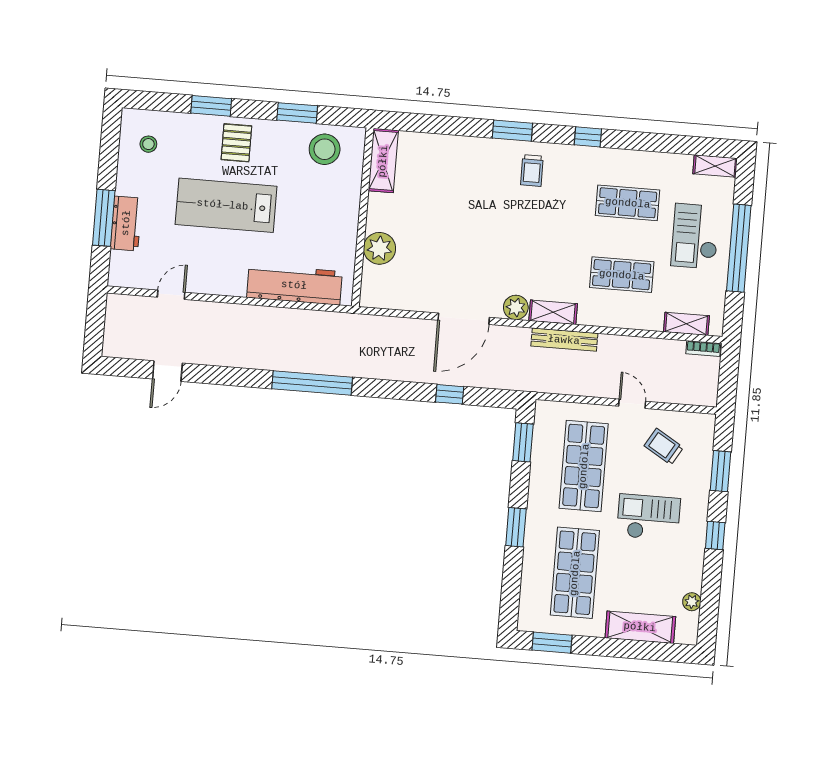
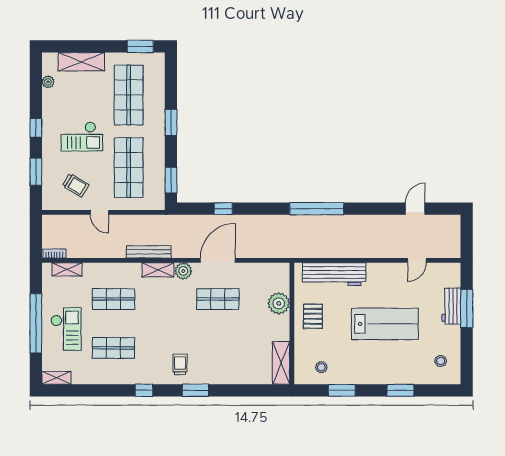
pallet: (236, 143) -> (313, 316), moved
stool: (325, 149) -> (321, 367), width x0.53, depth x0.53
shop shelf: (468, 262) -> (218, 299), added

